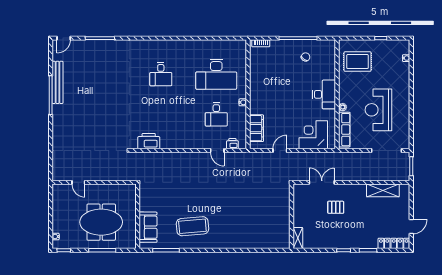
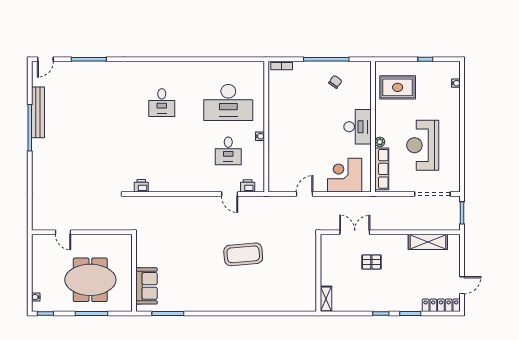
filing cabinet: (256, 128) -> (276, 167), removed
printer: (149, 141) -> (141, 186), width x0.53, depth x0.68
coffee table: (192, 226) -> (243, 254), moved

